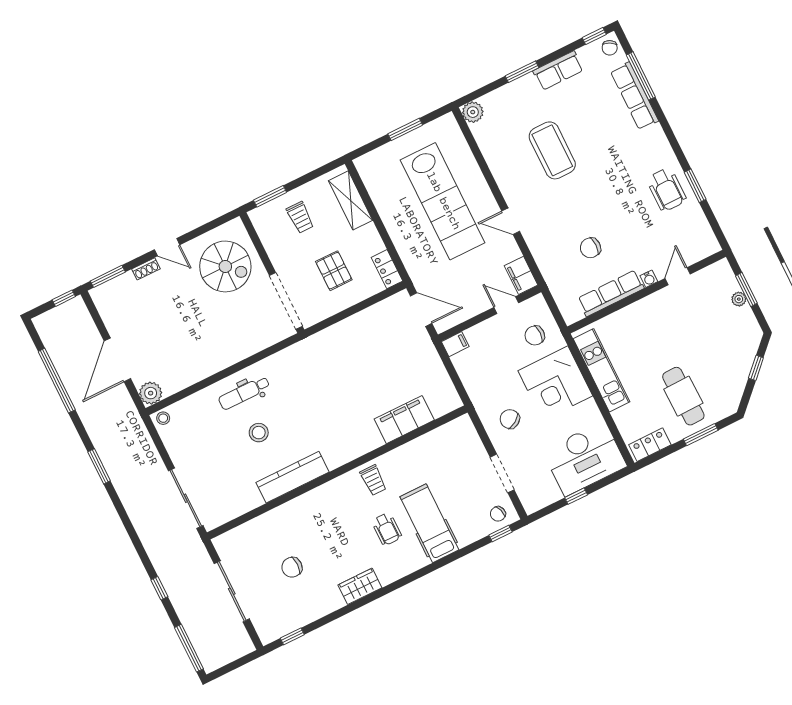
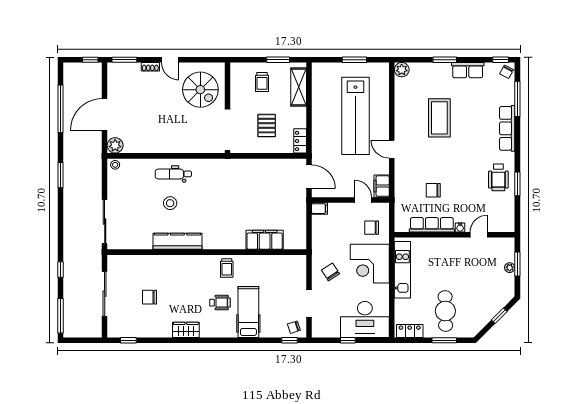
row of seats: (634, 96) -> (507, 128), moved
window: (270, 196) -> (278, 60), moved
wheelchair: (387, 529) -> (220, 303), turned -90

